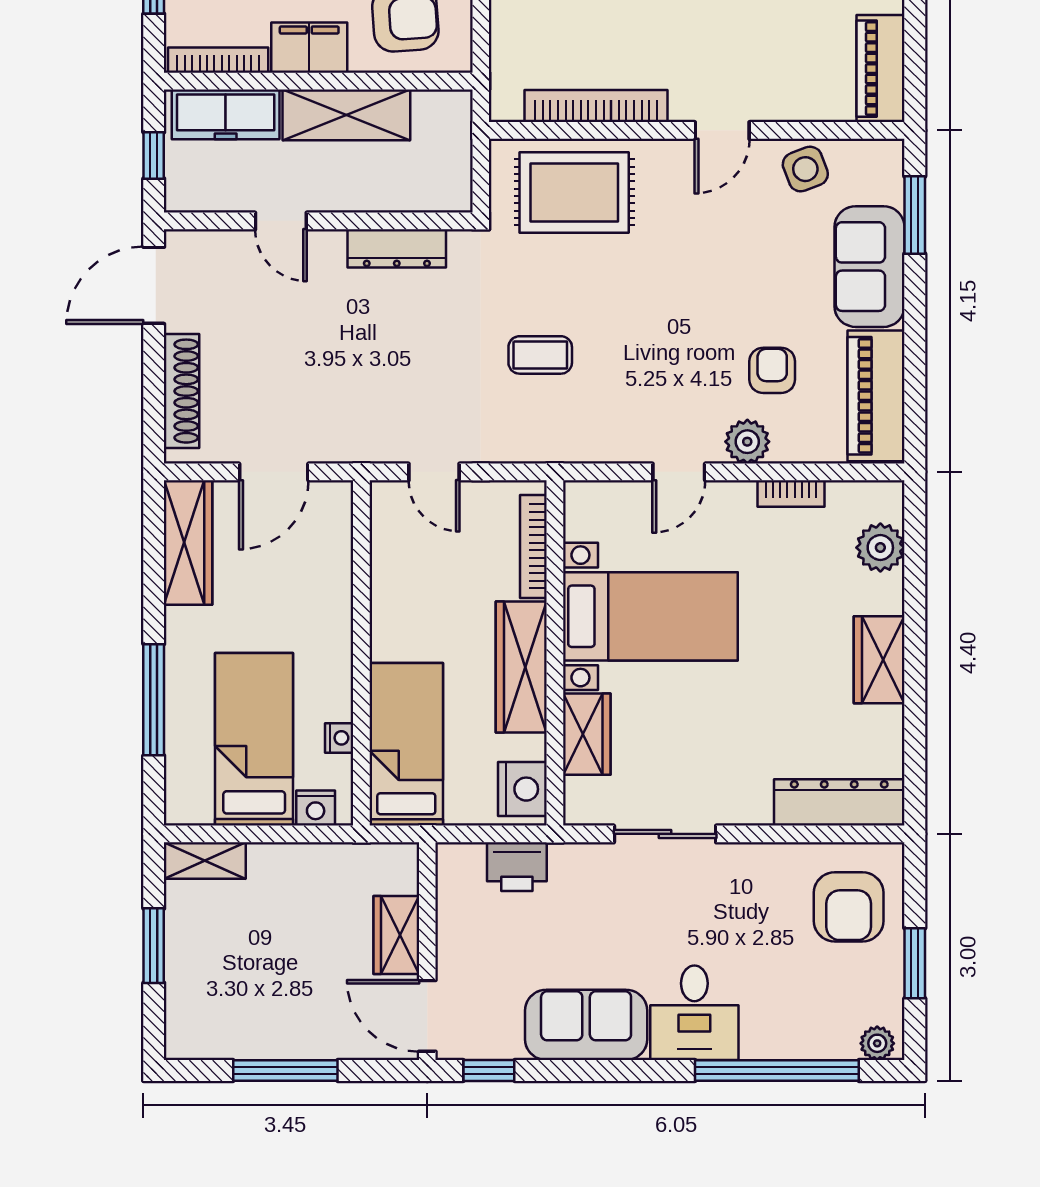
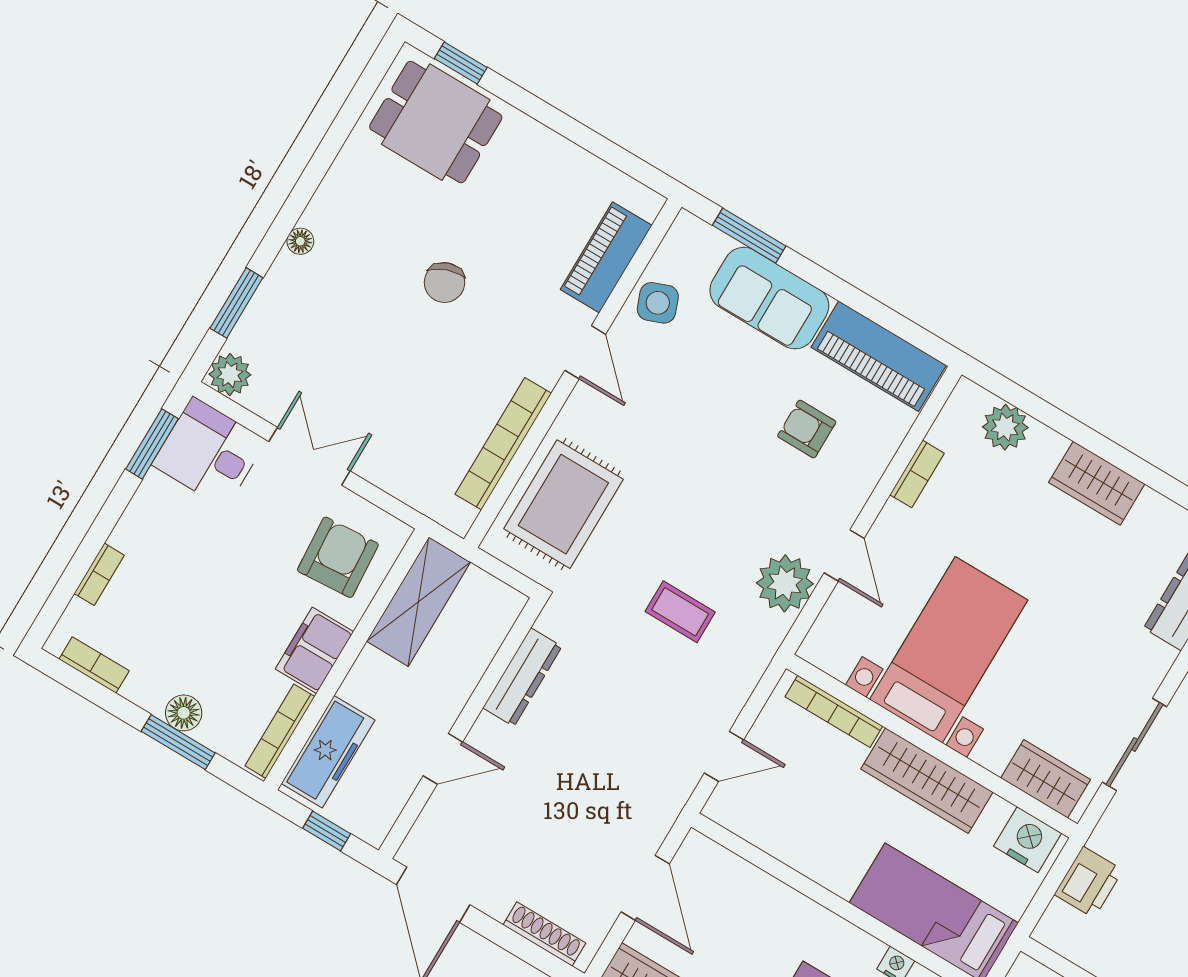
piano: (880, 69) -> (606, 257), moved, turned 90
shelving: (346, 115) -> (419, 602), moved
coffee table: (540, 355) -> (680, 612), turned 90
shoe rack: (182, 391) -> (544, 934), width x0.74, depth x0.81
plant: (747, 442) -> (785, 583), moved, width x1.36, depth x1.36
wardrobe: (587, 734) -> (1046, 779), moved

